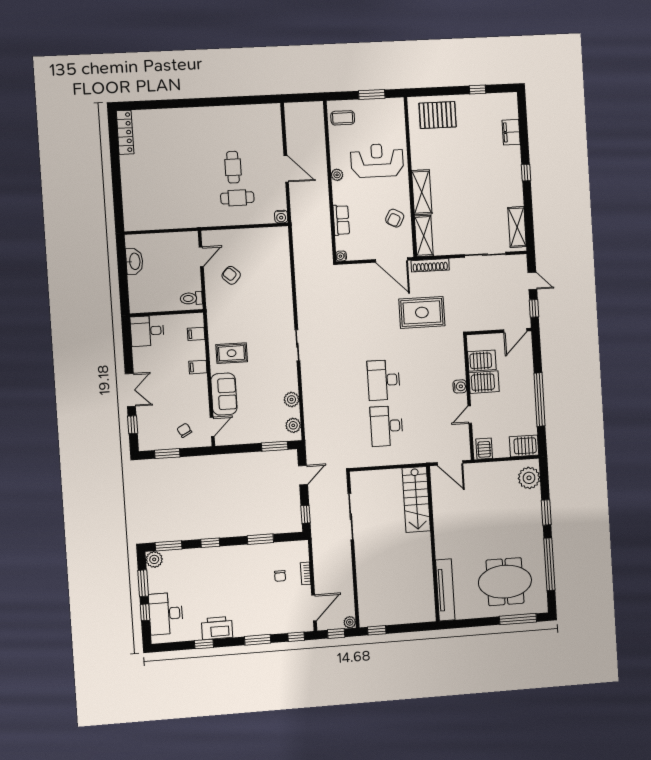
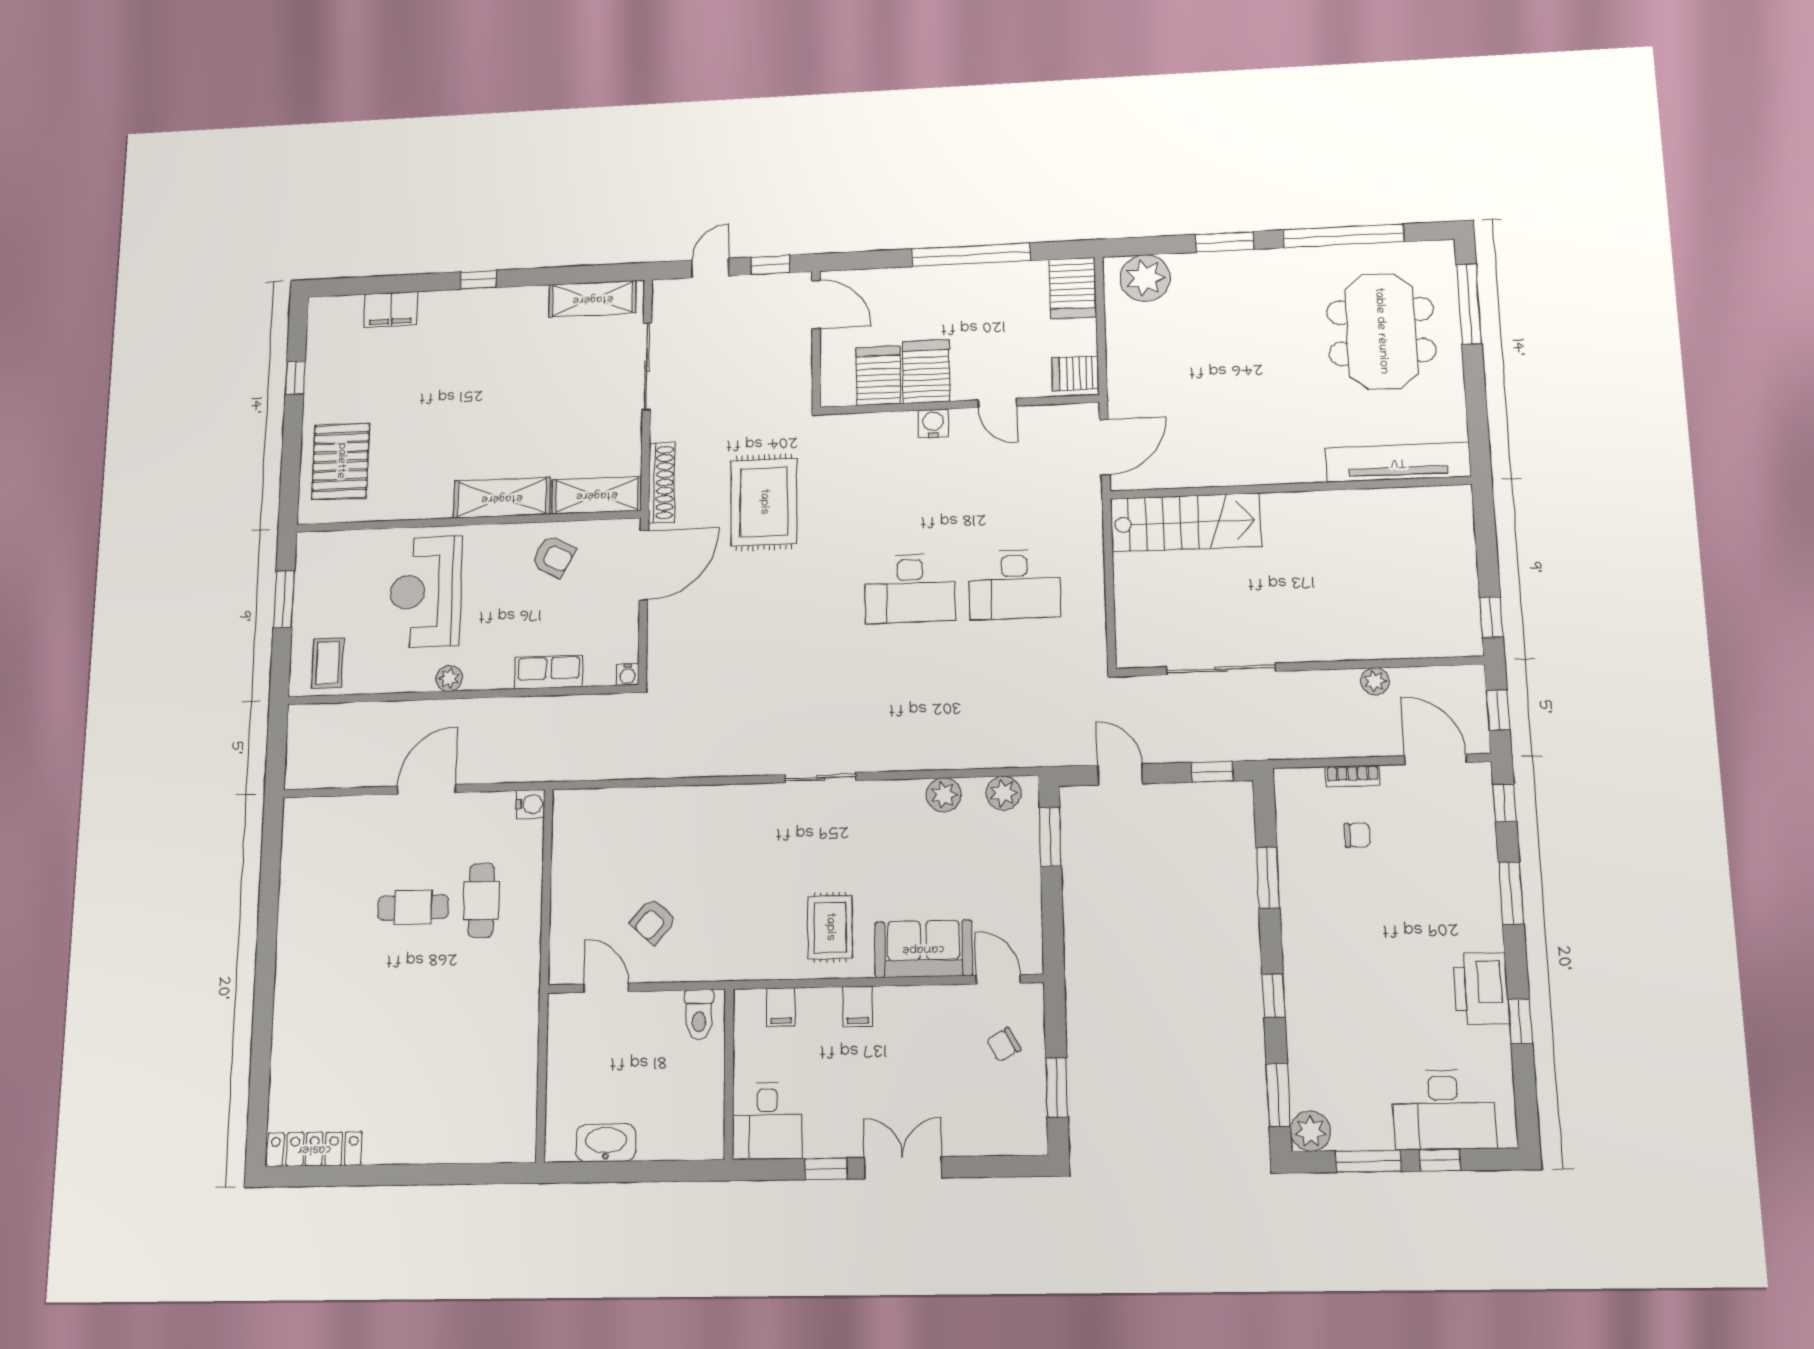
window: (133, 425) -> (826, 1169), moved
plant: (350, 622) -> (1375, 681), moved

